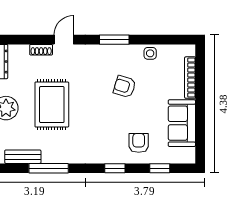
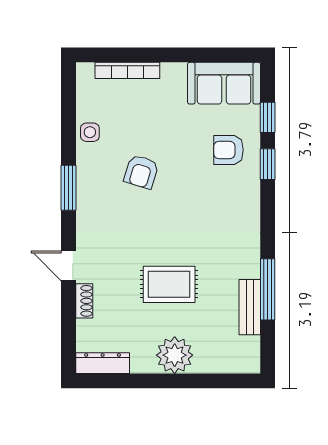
rug: (52, 105) -> (169, 284), width x0.73, depth x0.70
sofa: (182, 123) -> (224, 83), moved
bench: (23, 157) -> (250, 307), moved
window: (115, 168) -> (268, 164), moved

